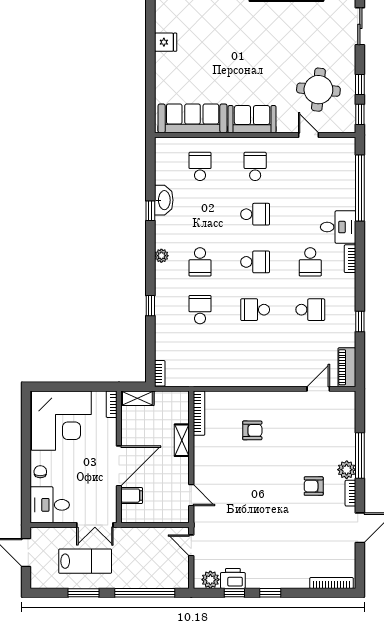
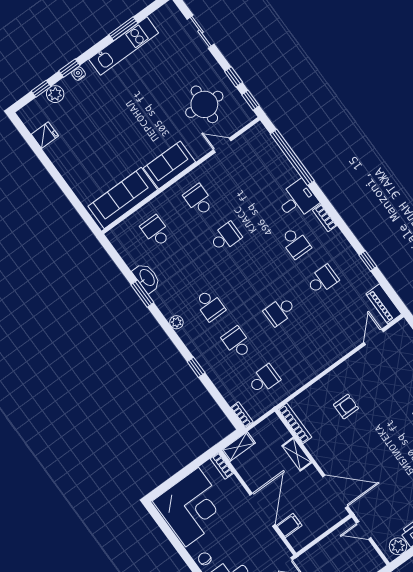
fridge: (166, 42) -> (45, 135), moved
window: (150, 211) -> (142, 294), width x1.50
school desk: (255, 262) -> (264, 379), moved
door: (191, 495) -> (335, 491), width x1.88

